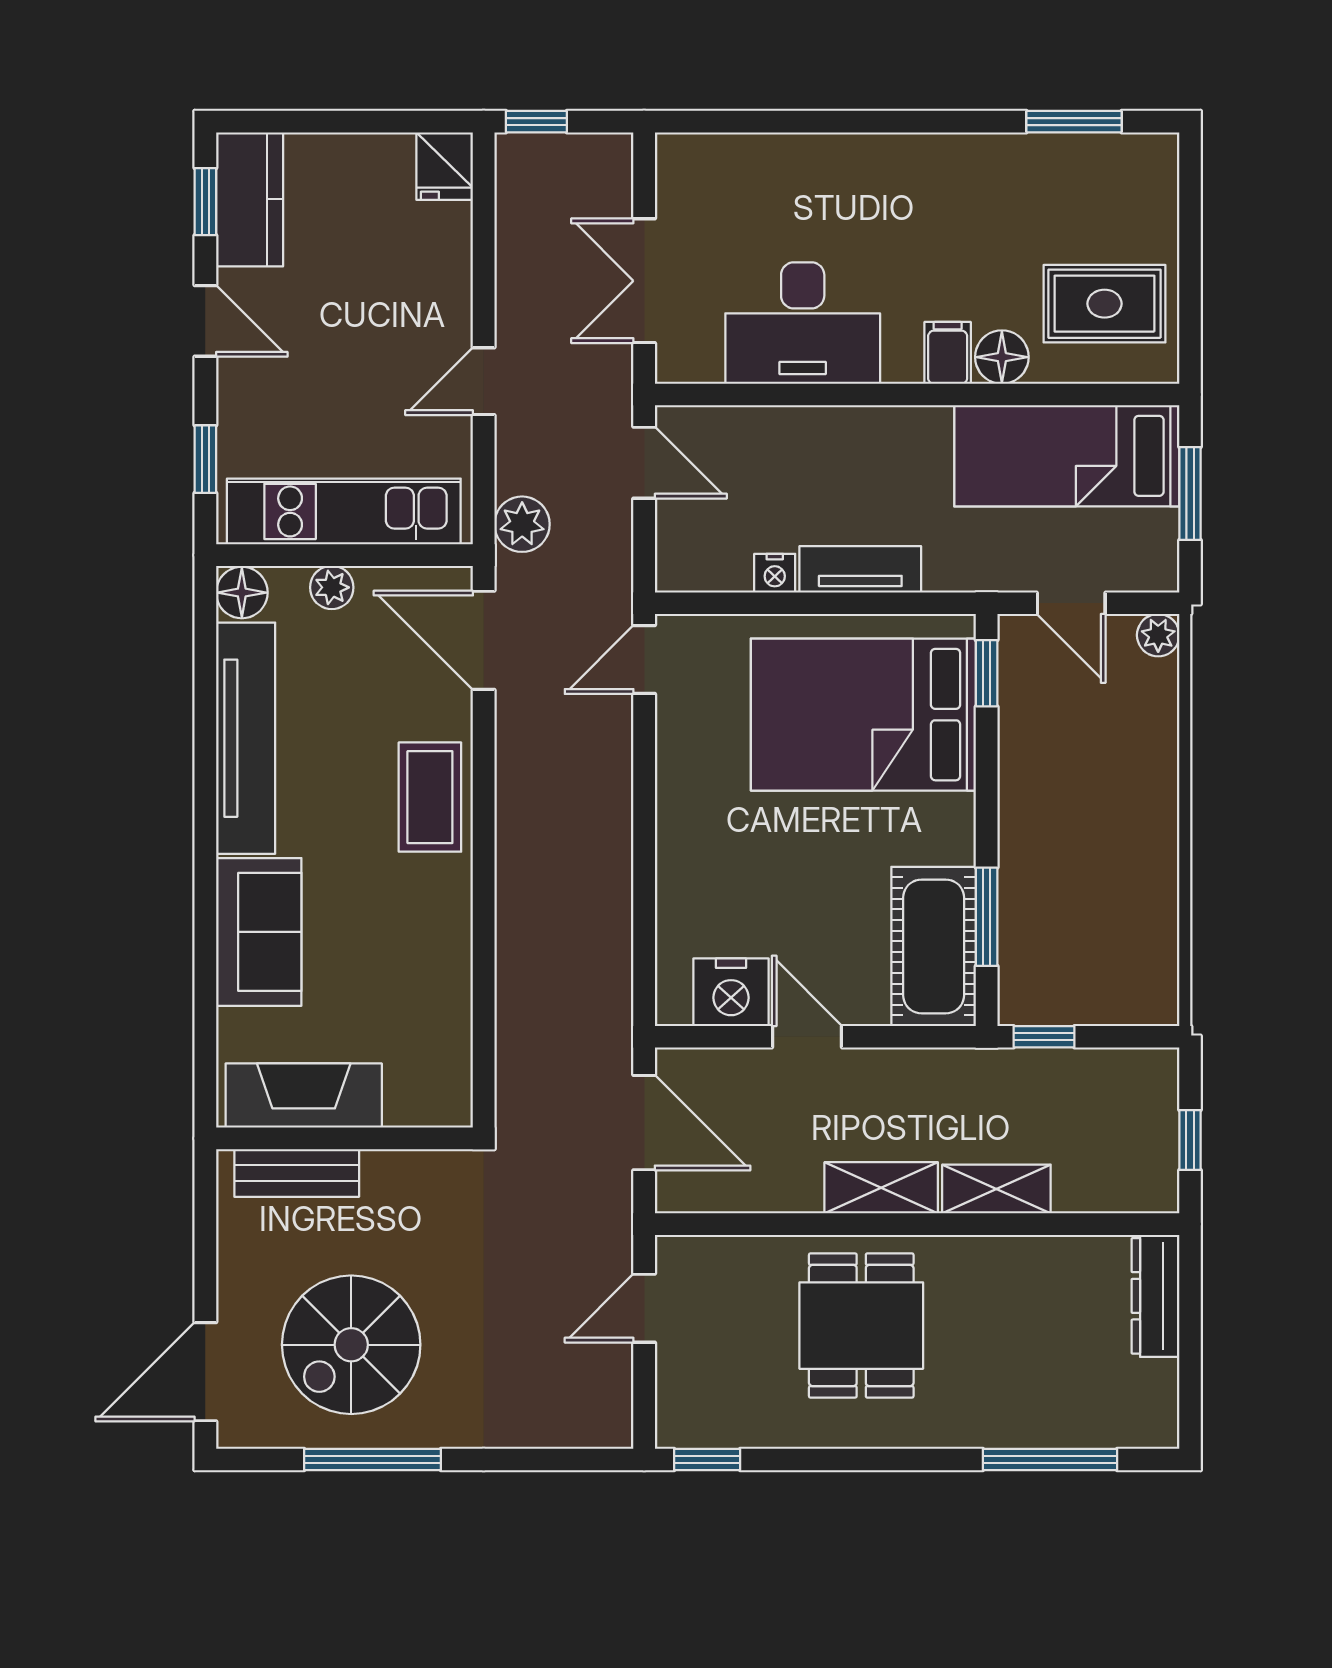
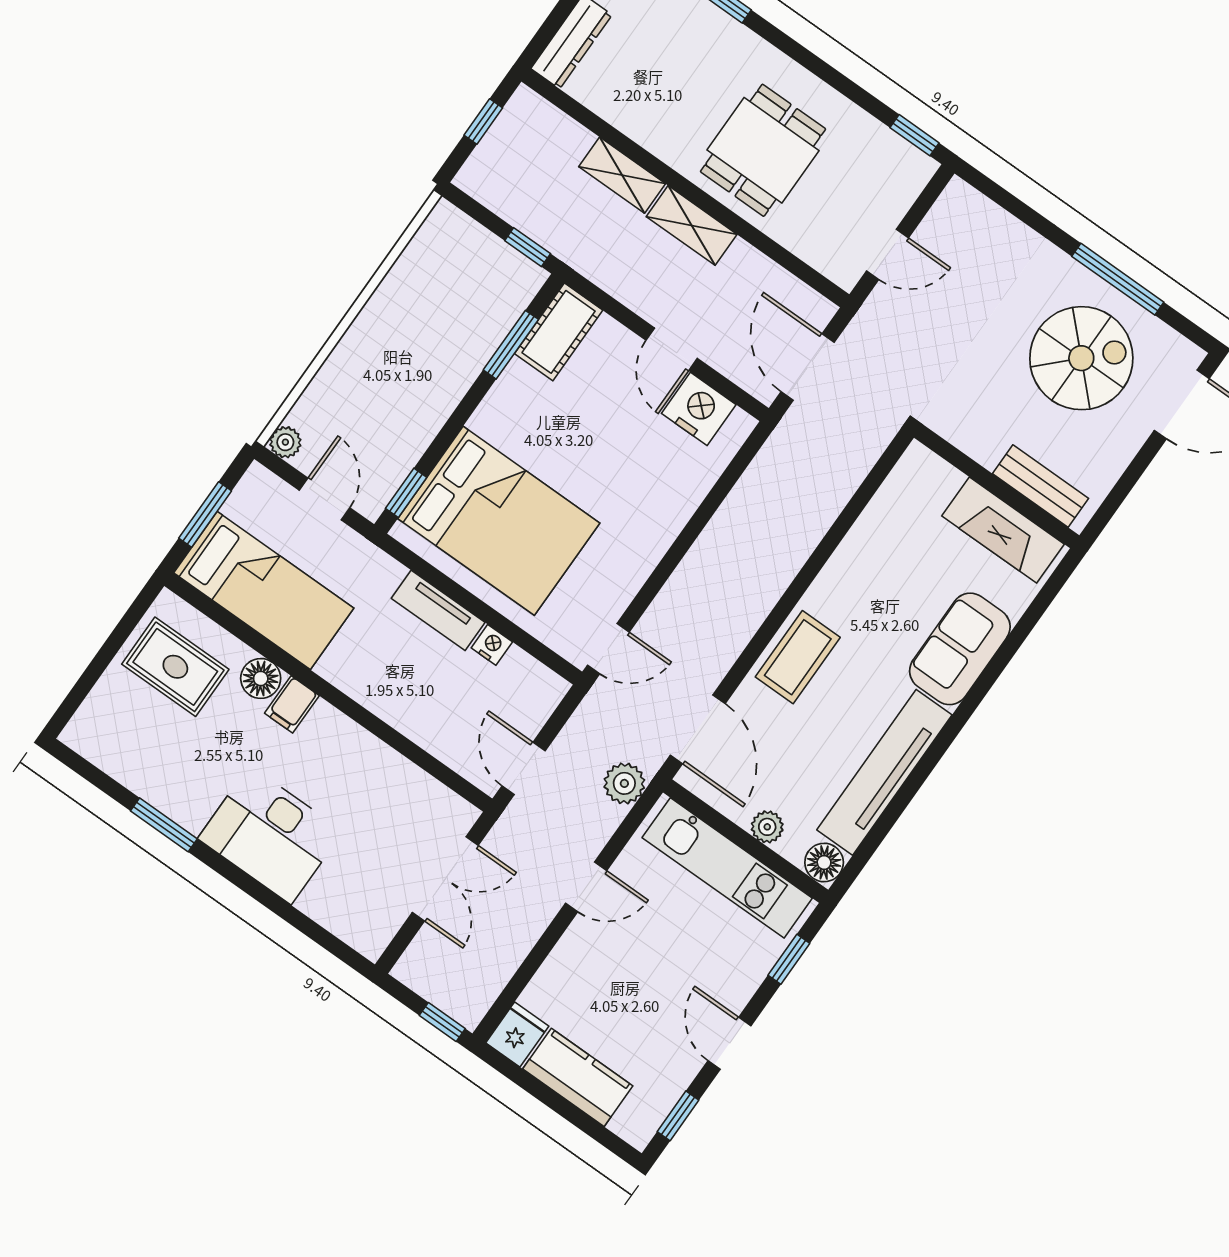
window: (1074, 122) -> (164, 825), moved
kitchen counter: (250, 199) -> (578, 1077), moved, turned 90
desk: (803, 323) -> (270, 835), moved, turned 180
cot: (934, 946) -> (559, 332), width x0.73, depth x0.75

